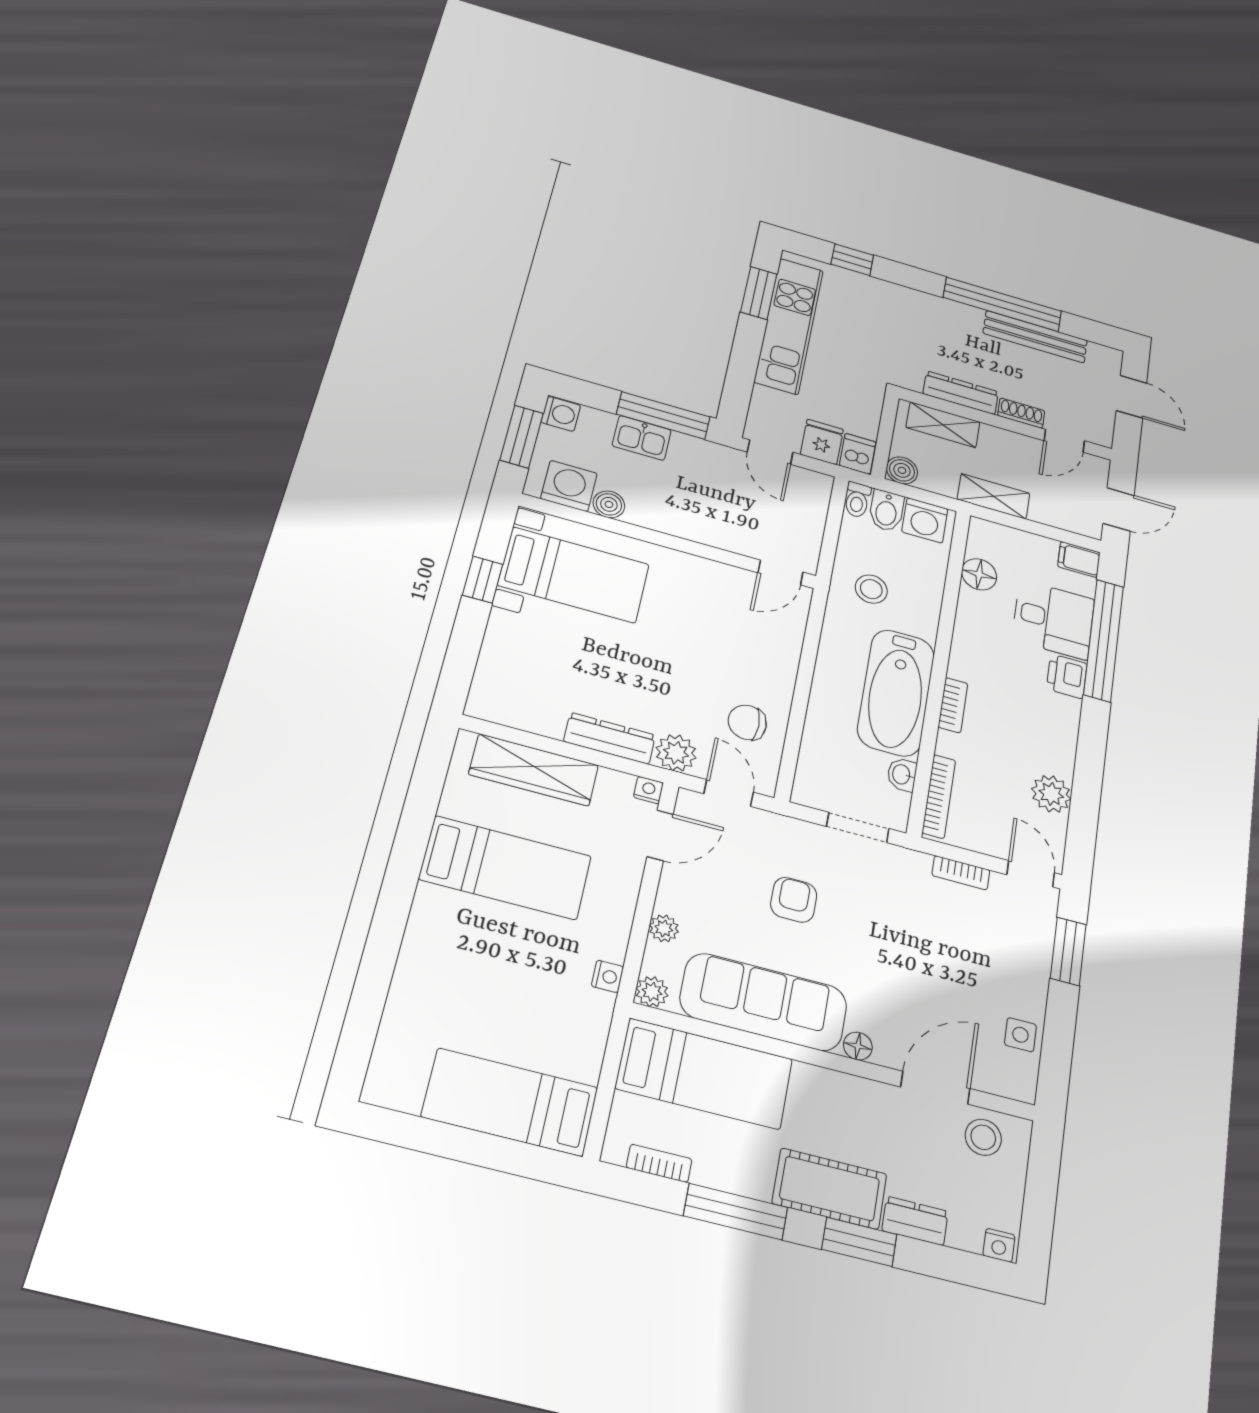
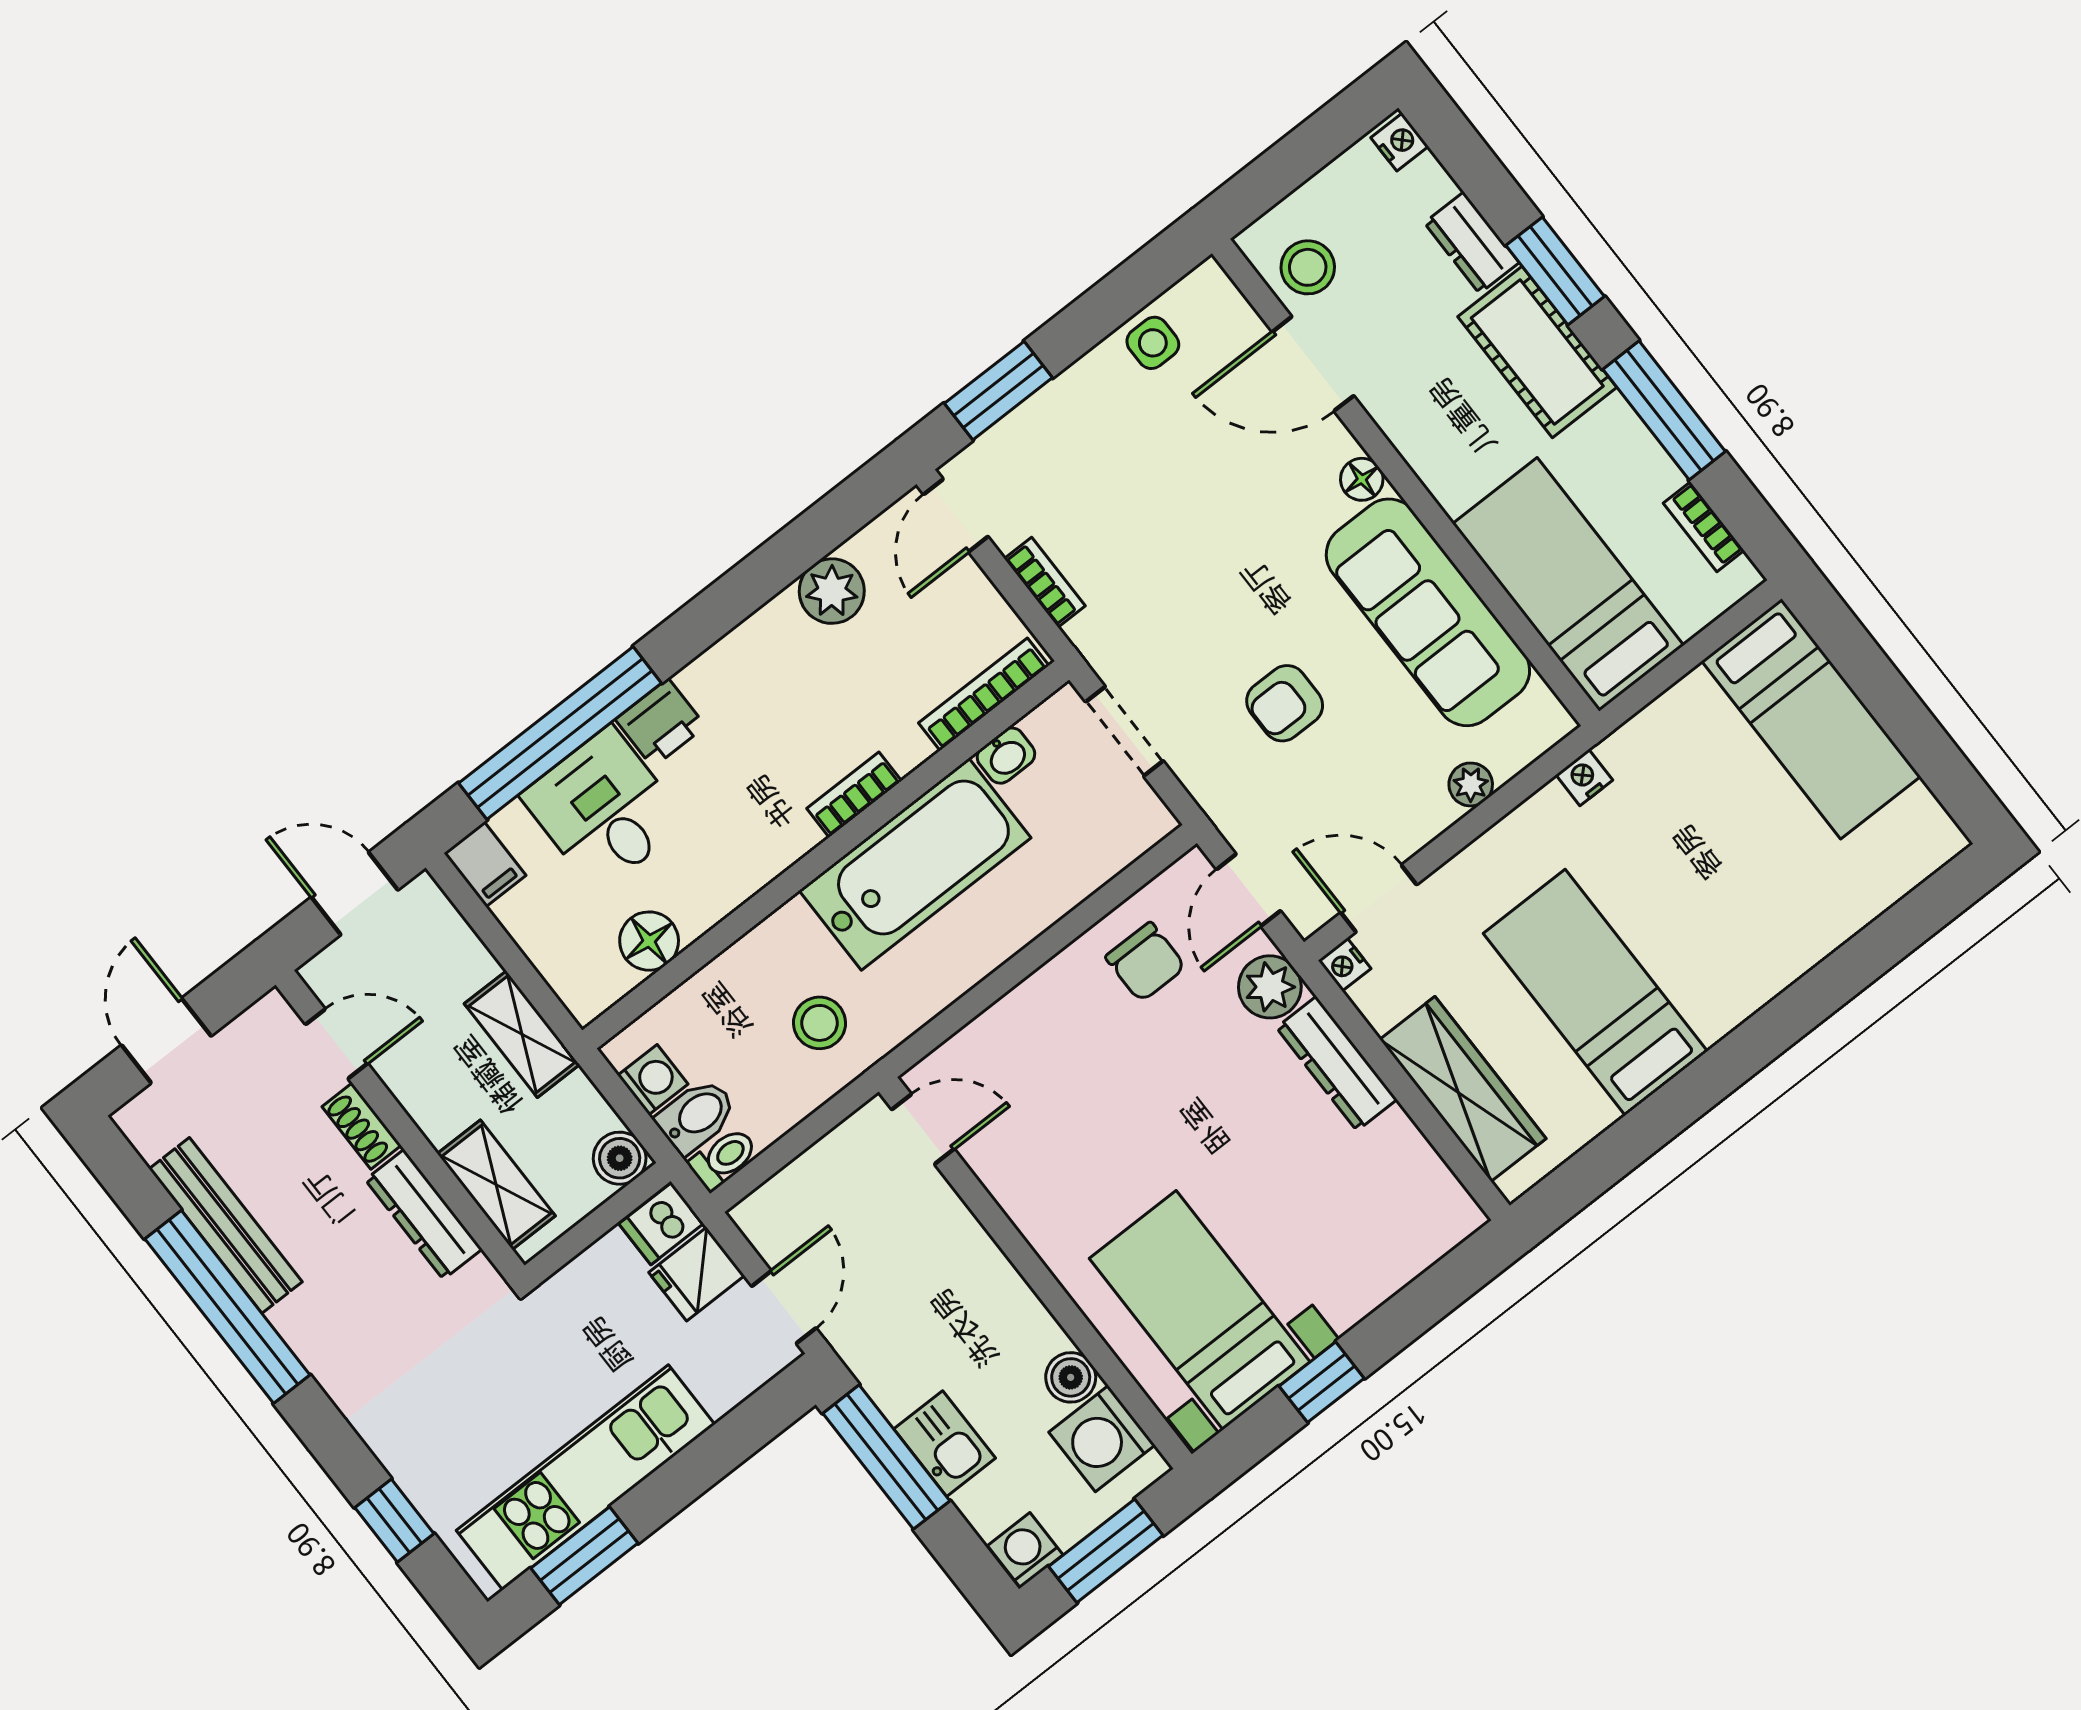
washing machine: (925, 520) -> (653, 1080), width x0.73, depth x0.73
plant: (652, 992) -> (1548, 722), removed

